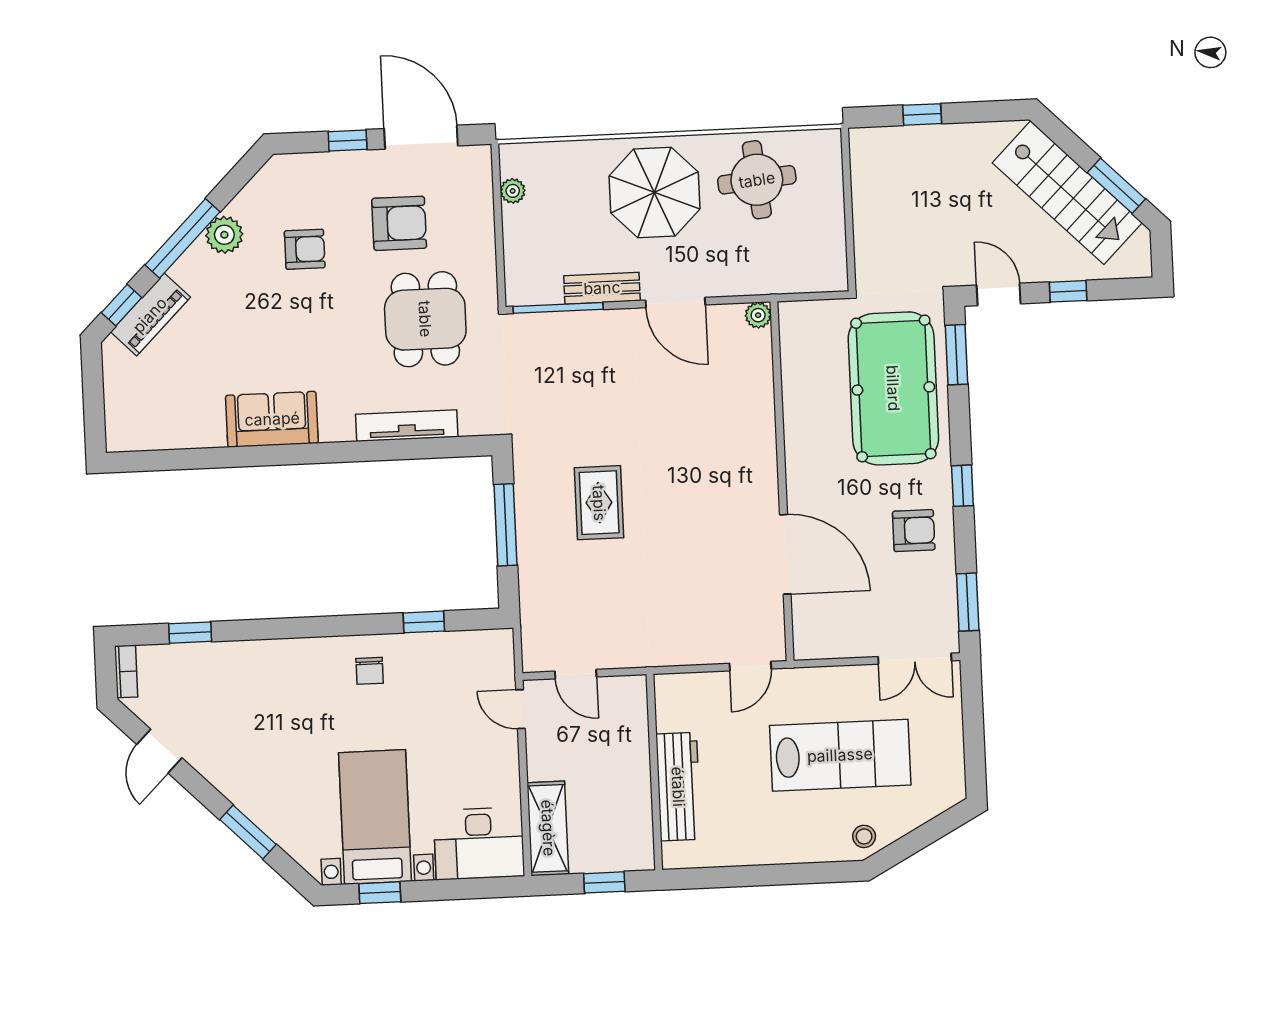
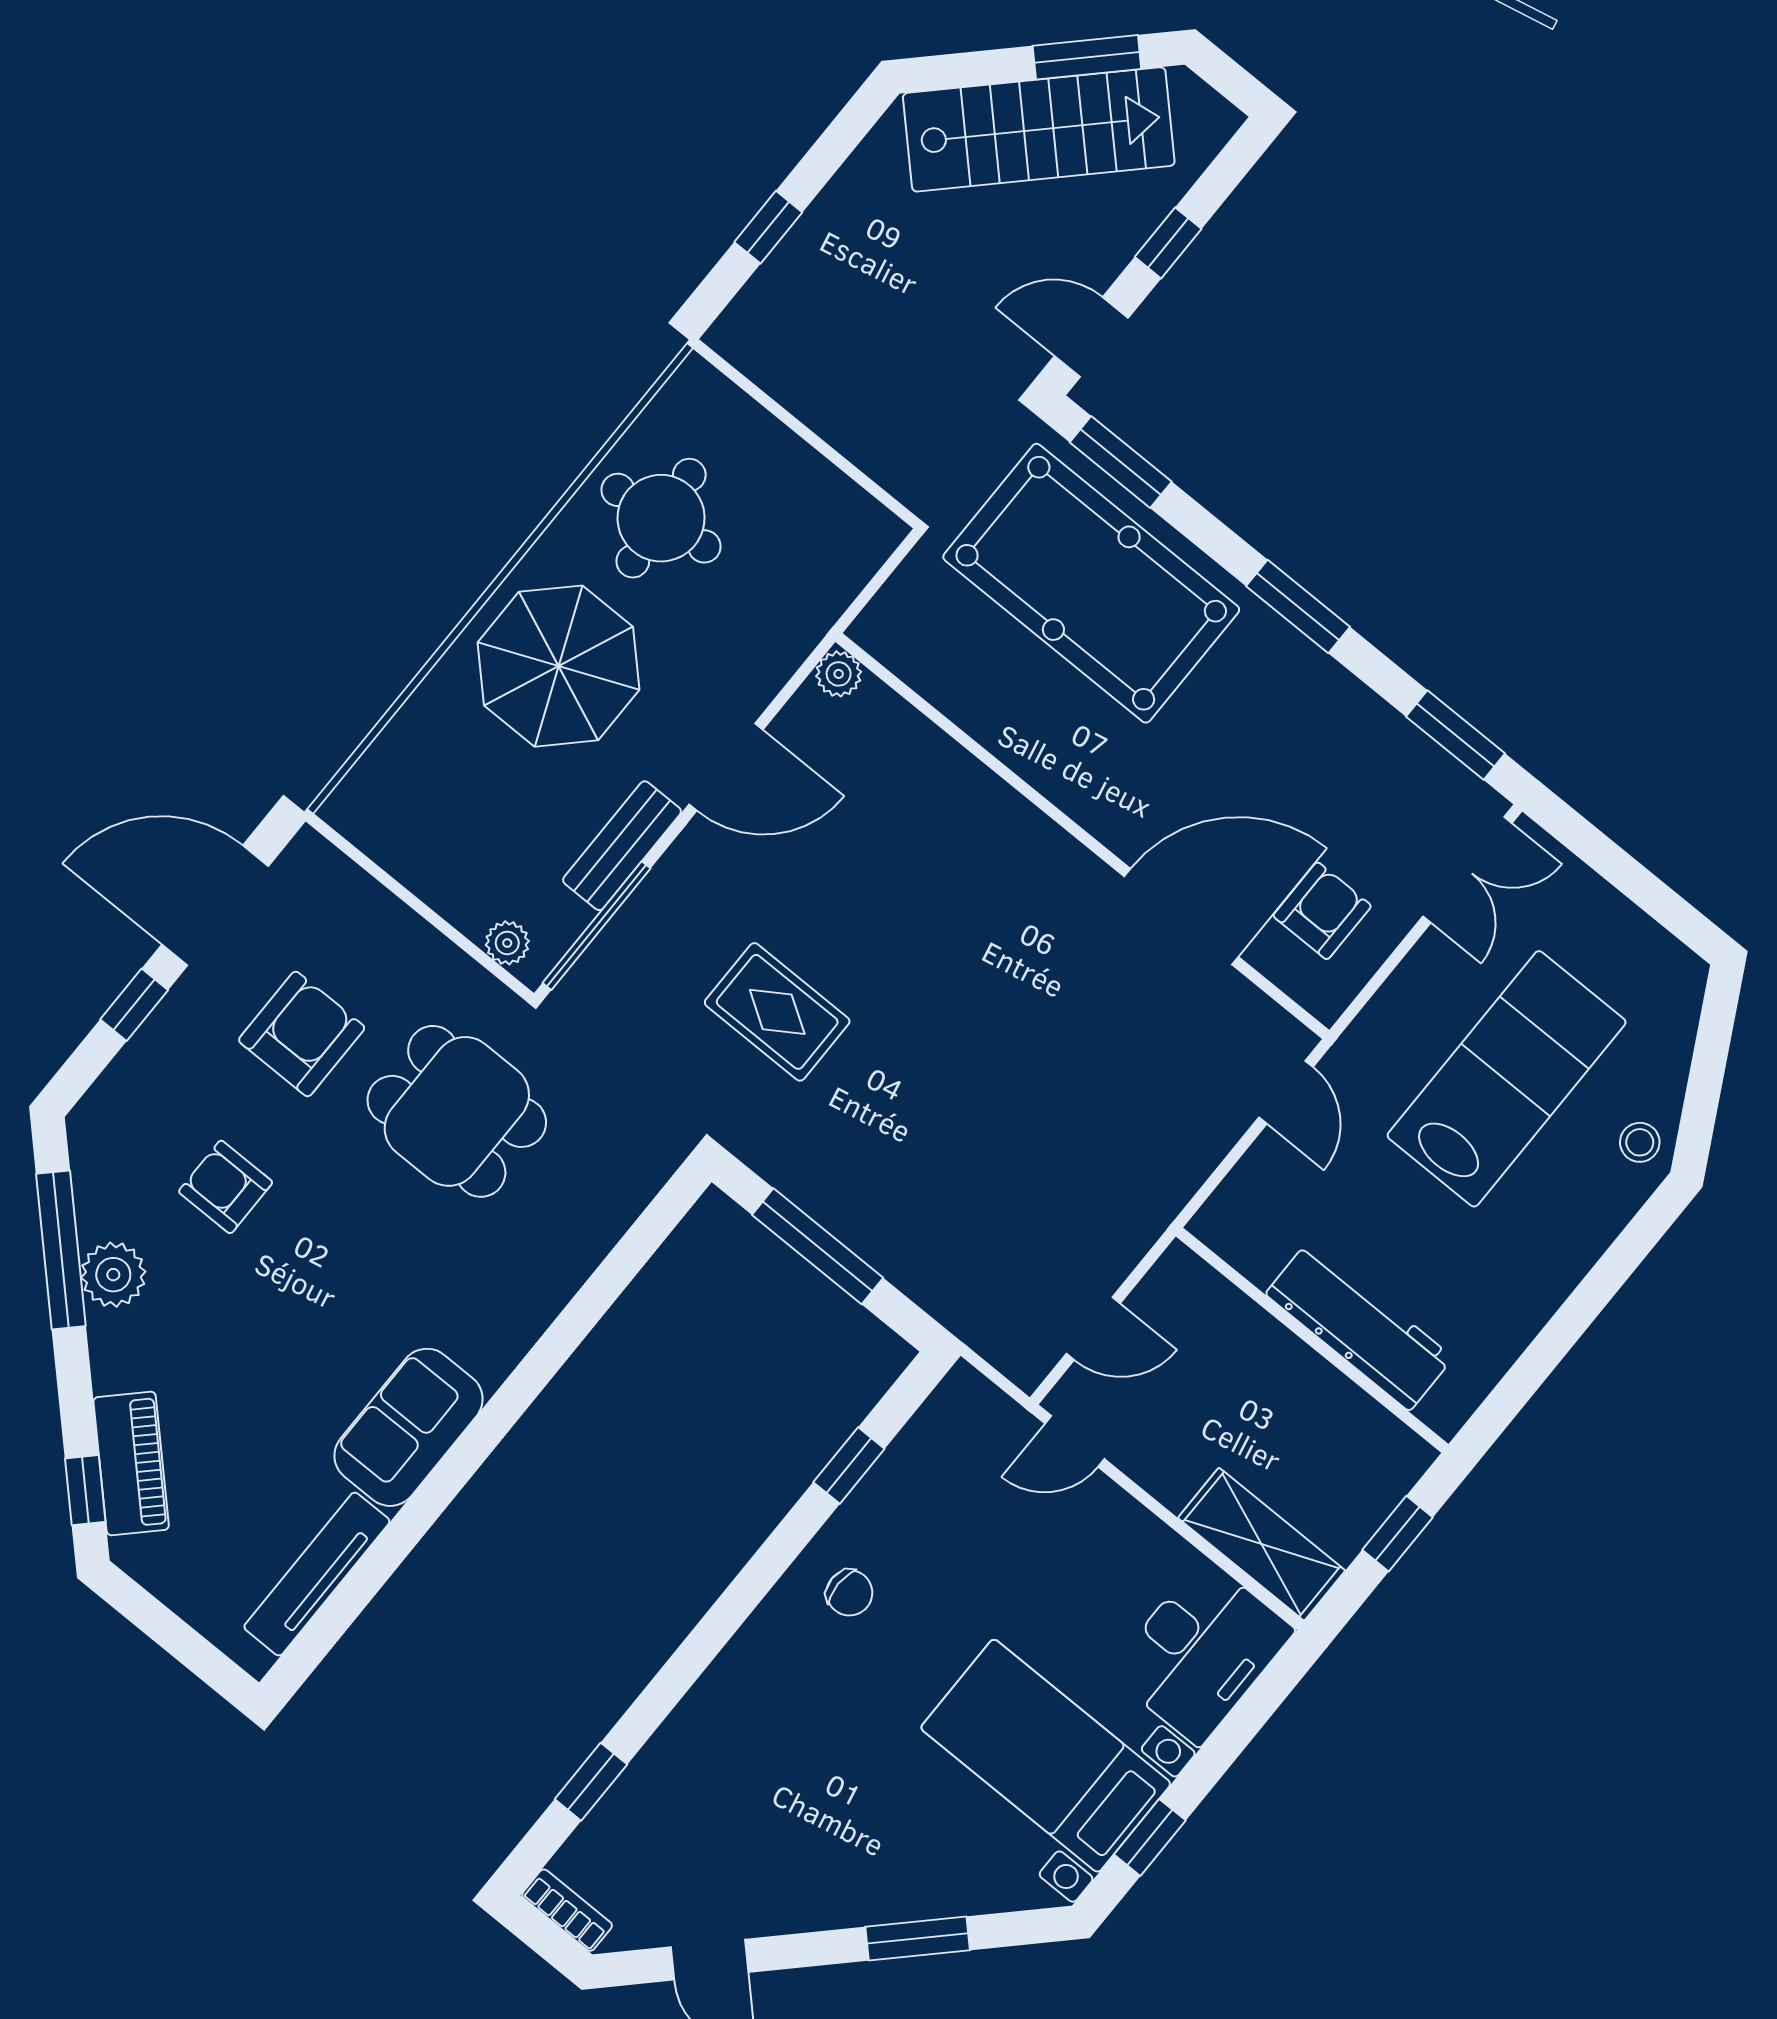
plant: (513, 191) -> (507, 943), moved
window: (182, 238) -> (61, 1250), moved
armchair: (305, 249) -> (226, 1187), turned -90
tv unit: (407, 426) -> (317, 1574), moved
window: (962, 486) -> (1298, 606), width x1.50
rug: (599, 503) -> (777, 1012), moved
armchair: (914, 531) -> (1322, 911), moved

